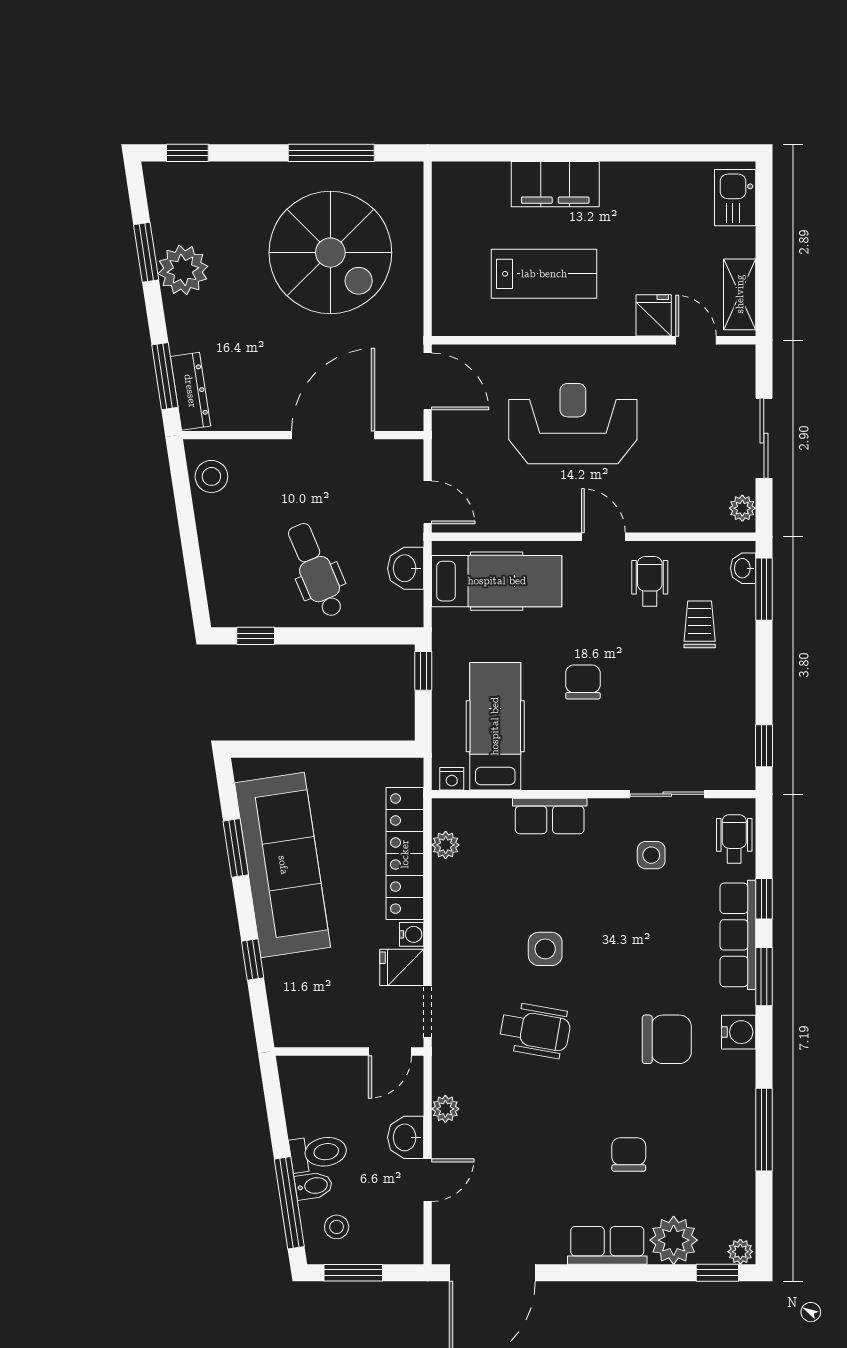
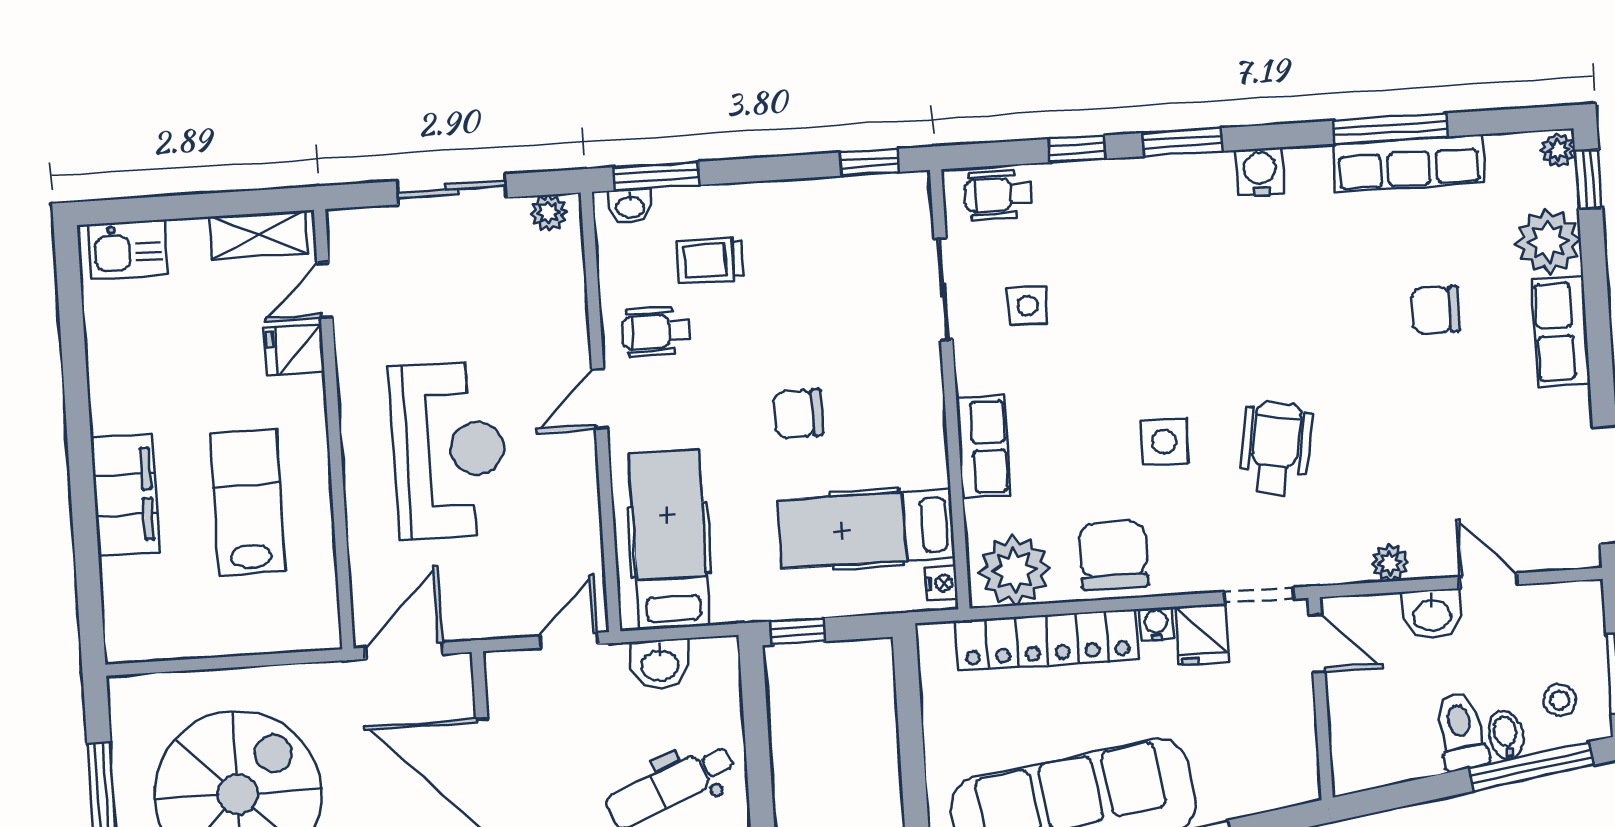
reception desk: (573, 424) -> (449, 450), turned 180
plant: (446, 845) -> (1014, 570), width x1.88, depth x1.88
row of seats: (738, 935) -> (1409, 163), moved
chair: (667, 1039) -> (1113, 555), moved

